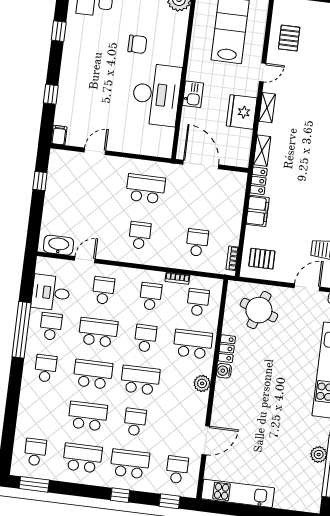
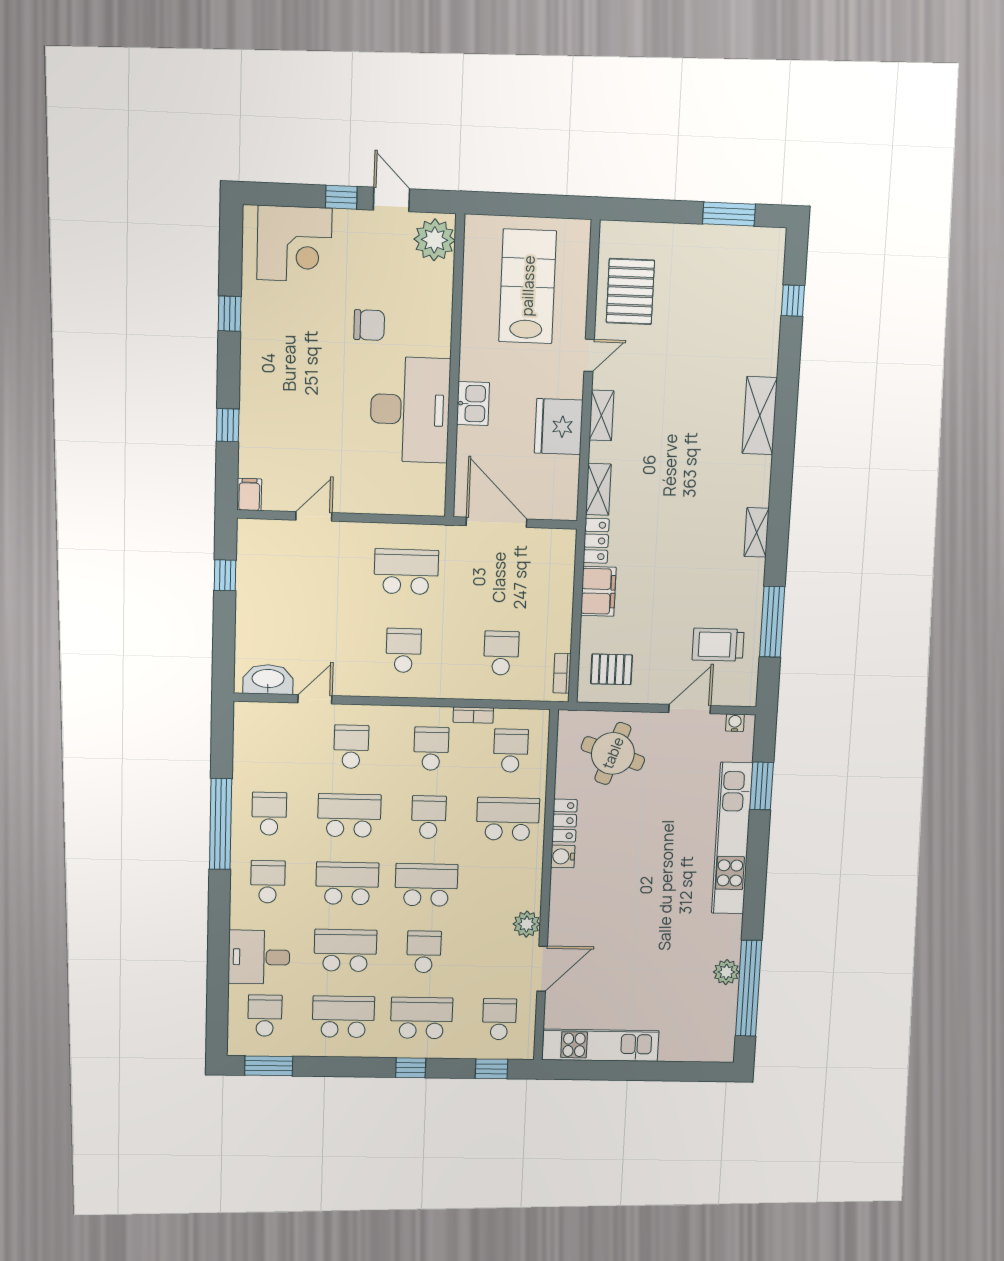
pallet: (289, 38) -> (630, 291), width x1.50, depth x1.42
desk: (51, 293) -> (259, 957), moved
plant: (202, 383) -> (527, 924), moved

